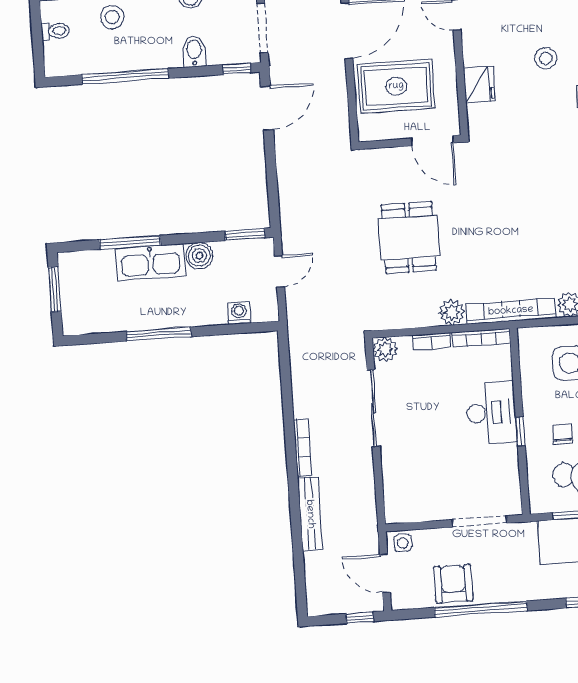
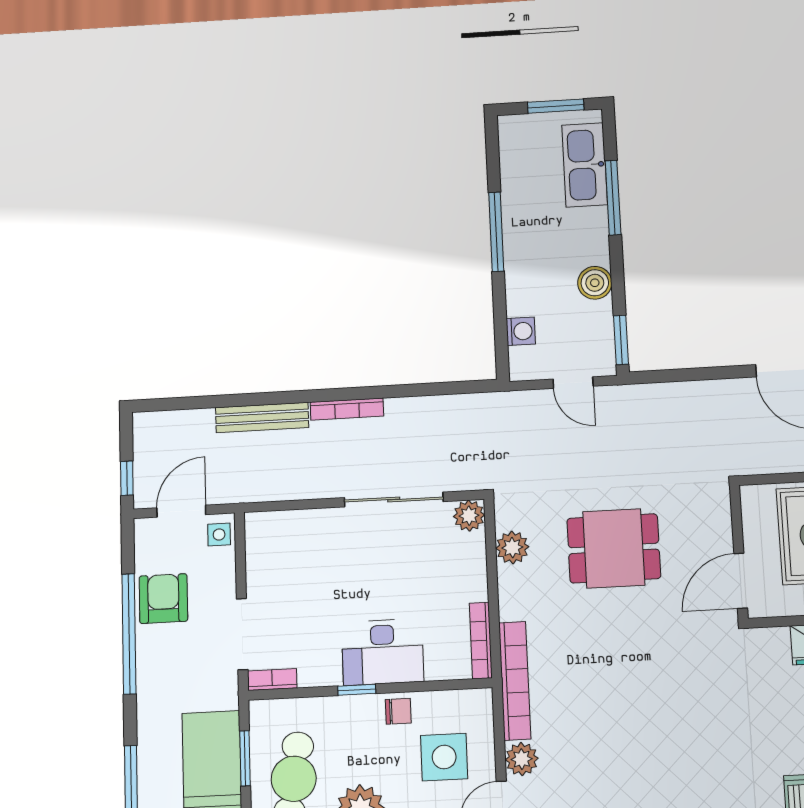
kitchen sink: (150, 262) -> (585, 165), moved
plant: (452, 312) -> (512, 548), moved
bookcase: (432, 341) -> (272, 680), moved, turned 90
chair: (562, 434) -> (398, 711), moved
armchair: (453, 584) -> (163, 599), turned -90

